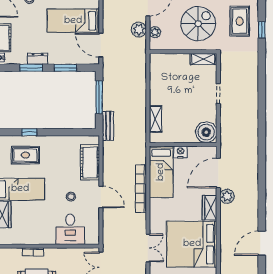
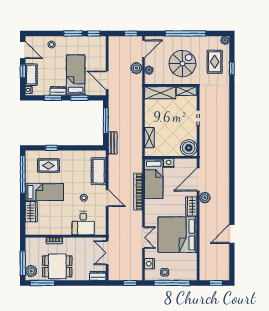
bed: (73, 21) -> (76, 75), moved, turned 90
shelving: (169, 61) -> (160, 93), added

